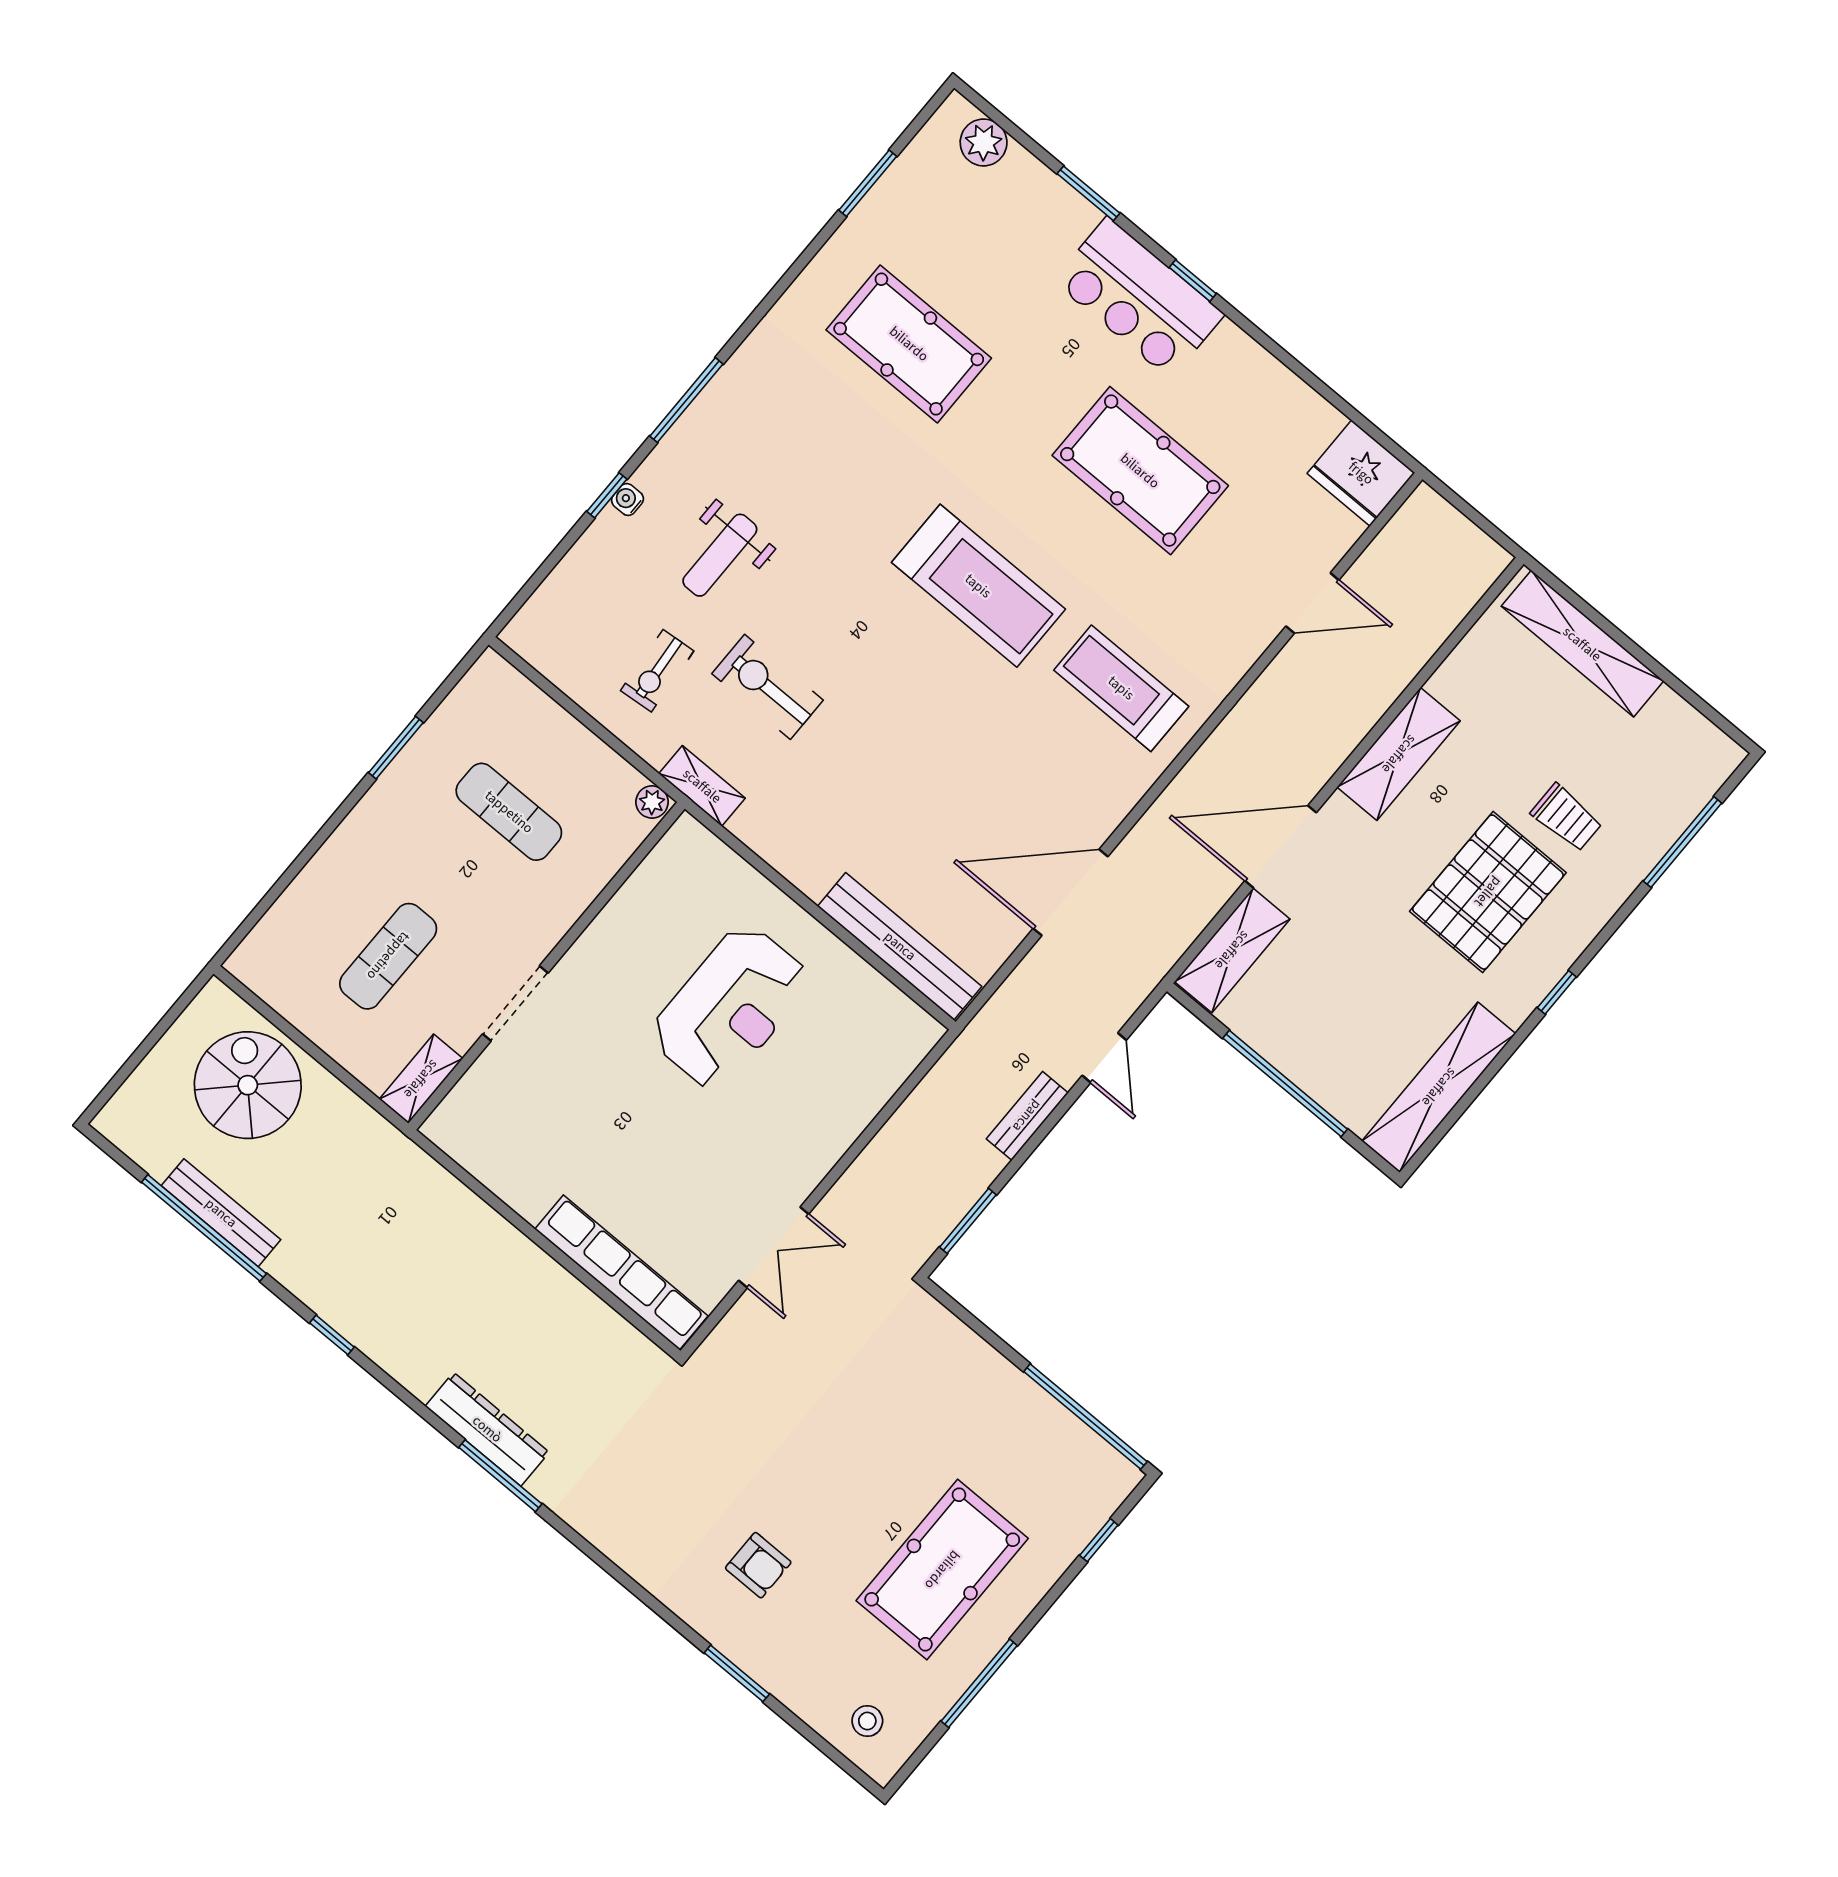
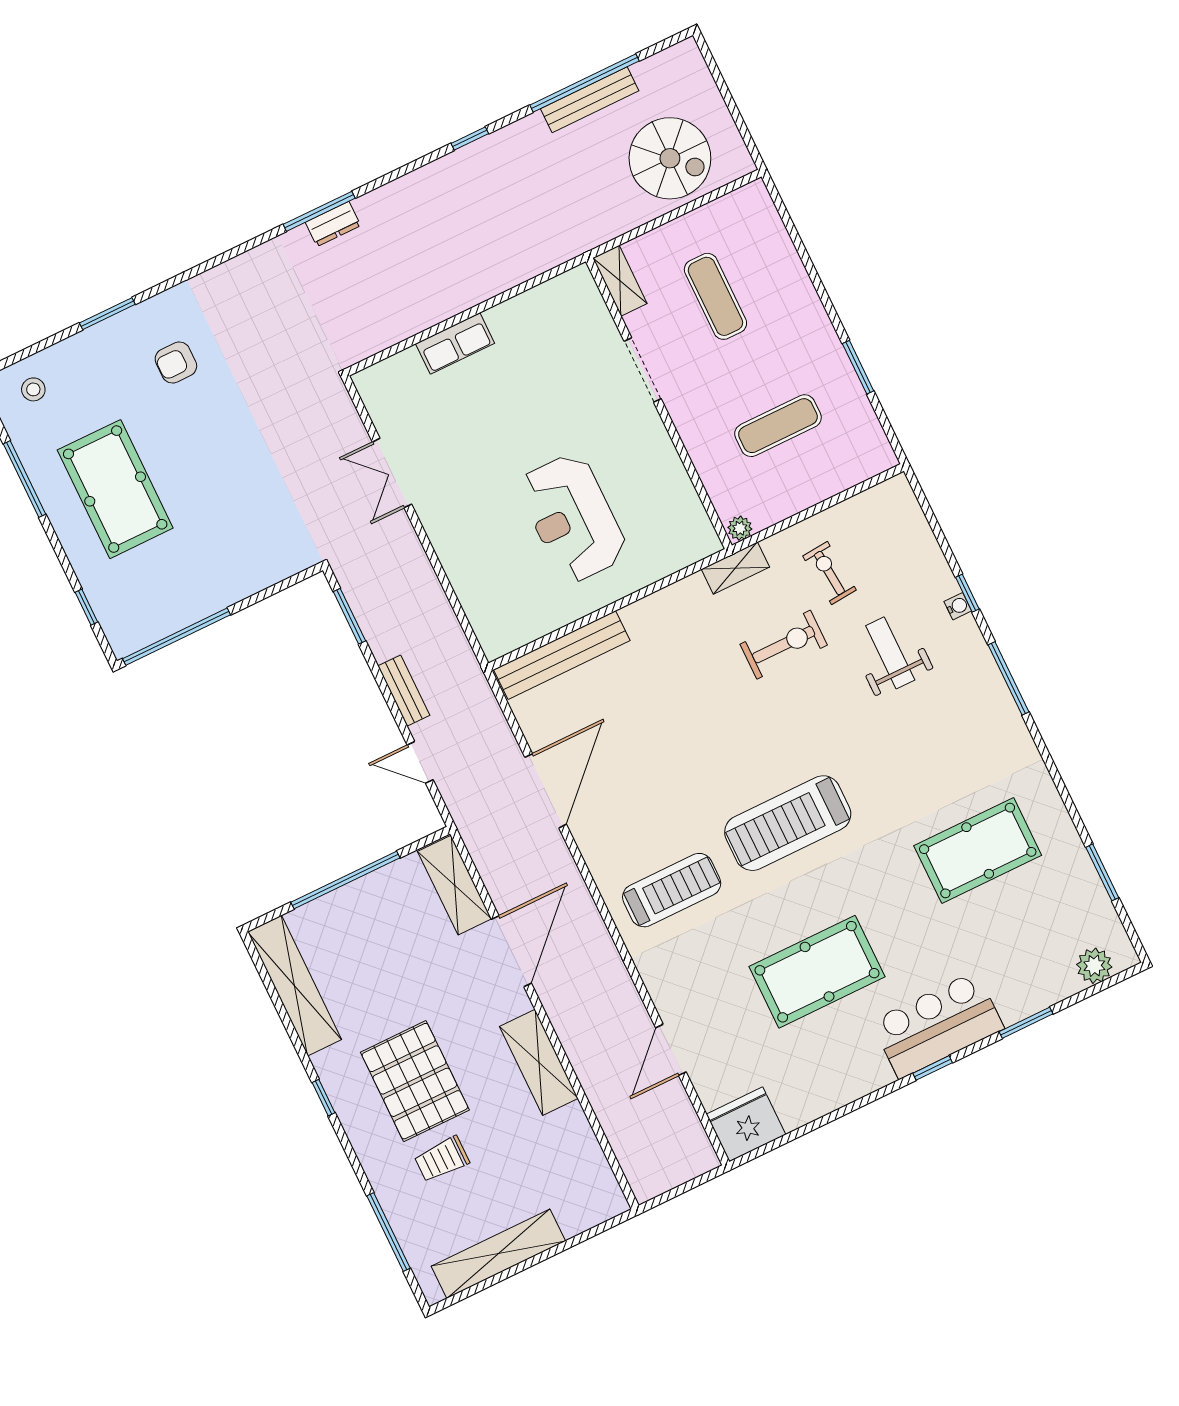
shelving: (1582, 644) -> (498, 1254), moved
row of seats: (621, 1272) -> (455, 343), width x0.50
dresser: (487, 1429) -> (333, 224), width x0.51, depth x0.80

